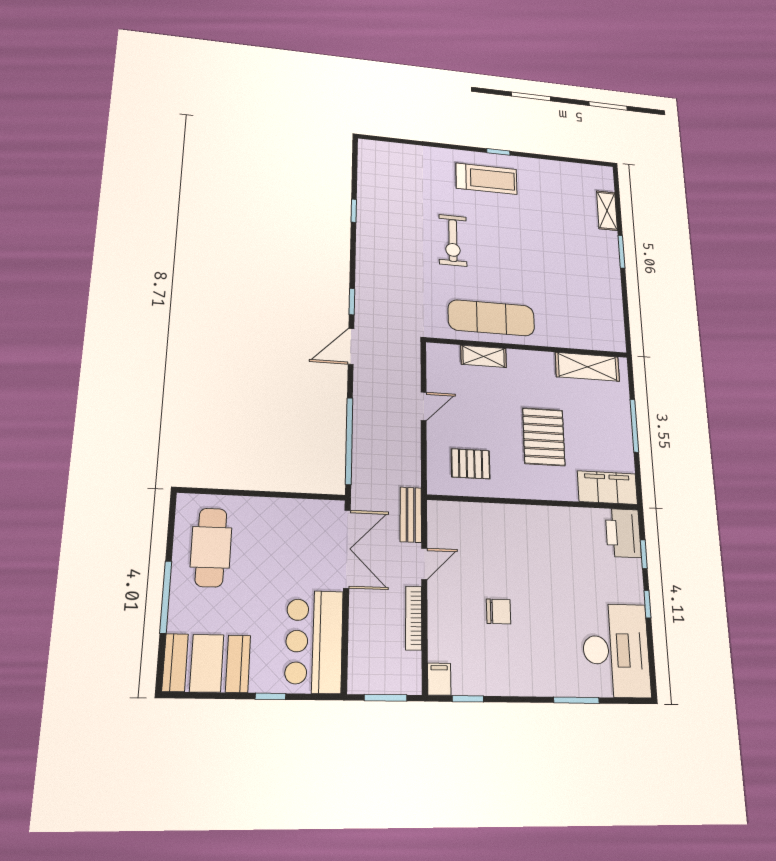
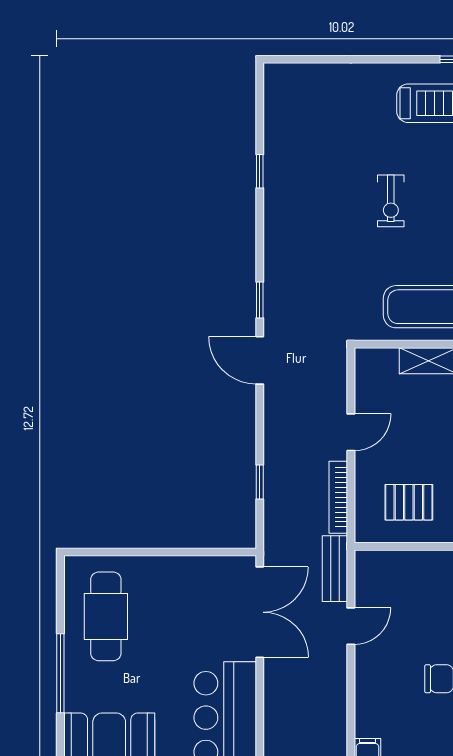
exercise bike: (453, 240) -> (391, 201), width x0.73, depth x0.72
door: (351, 346) -> (260, 360), hinge flipped
window: (349, 441) -> (260, 482), width x0.32
bookcase: (414, 618) -> (338, 497), moved

